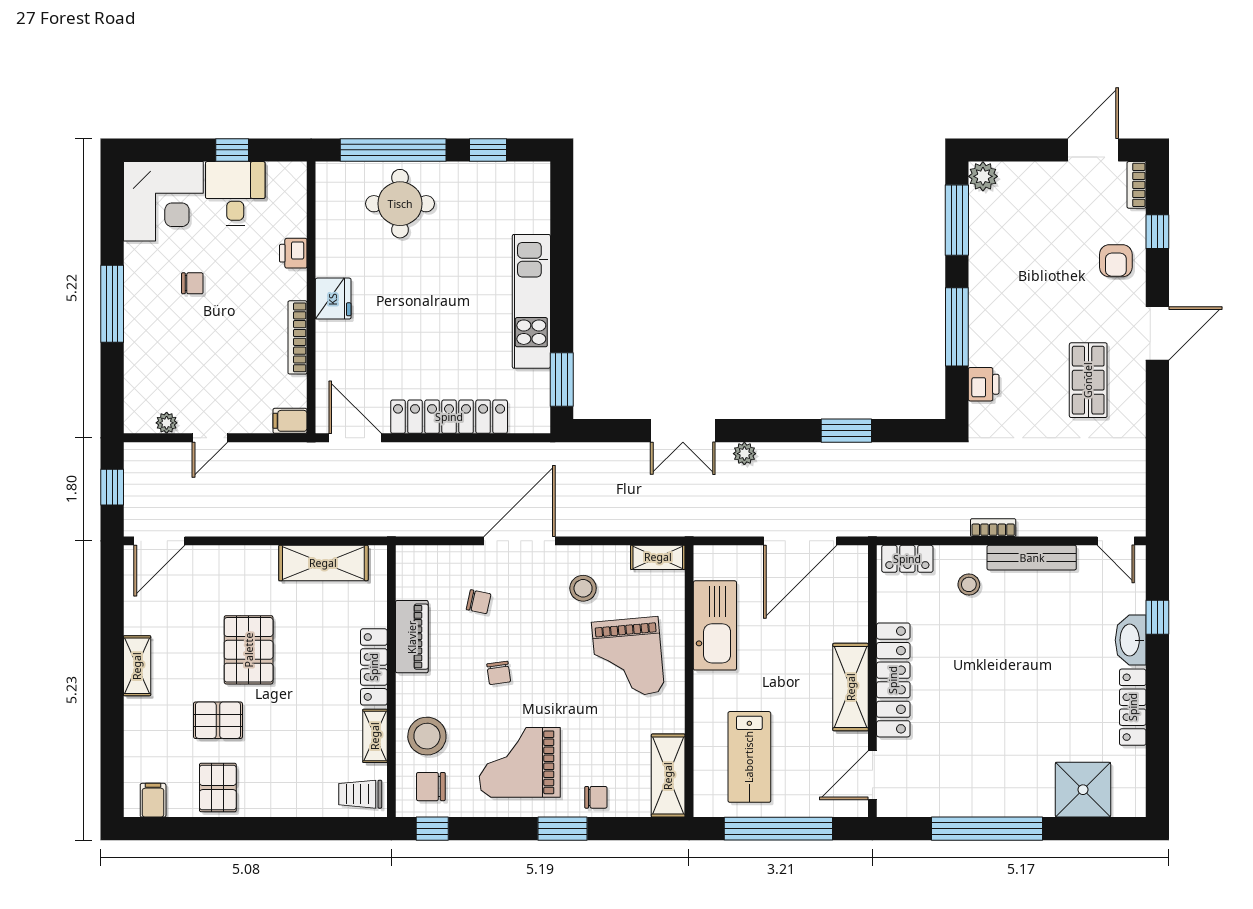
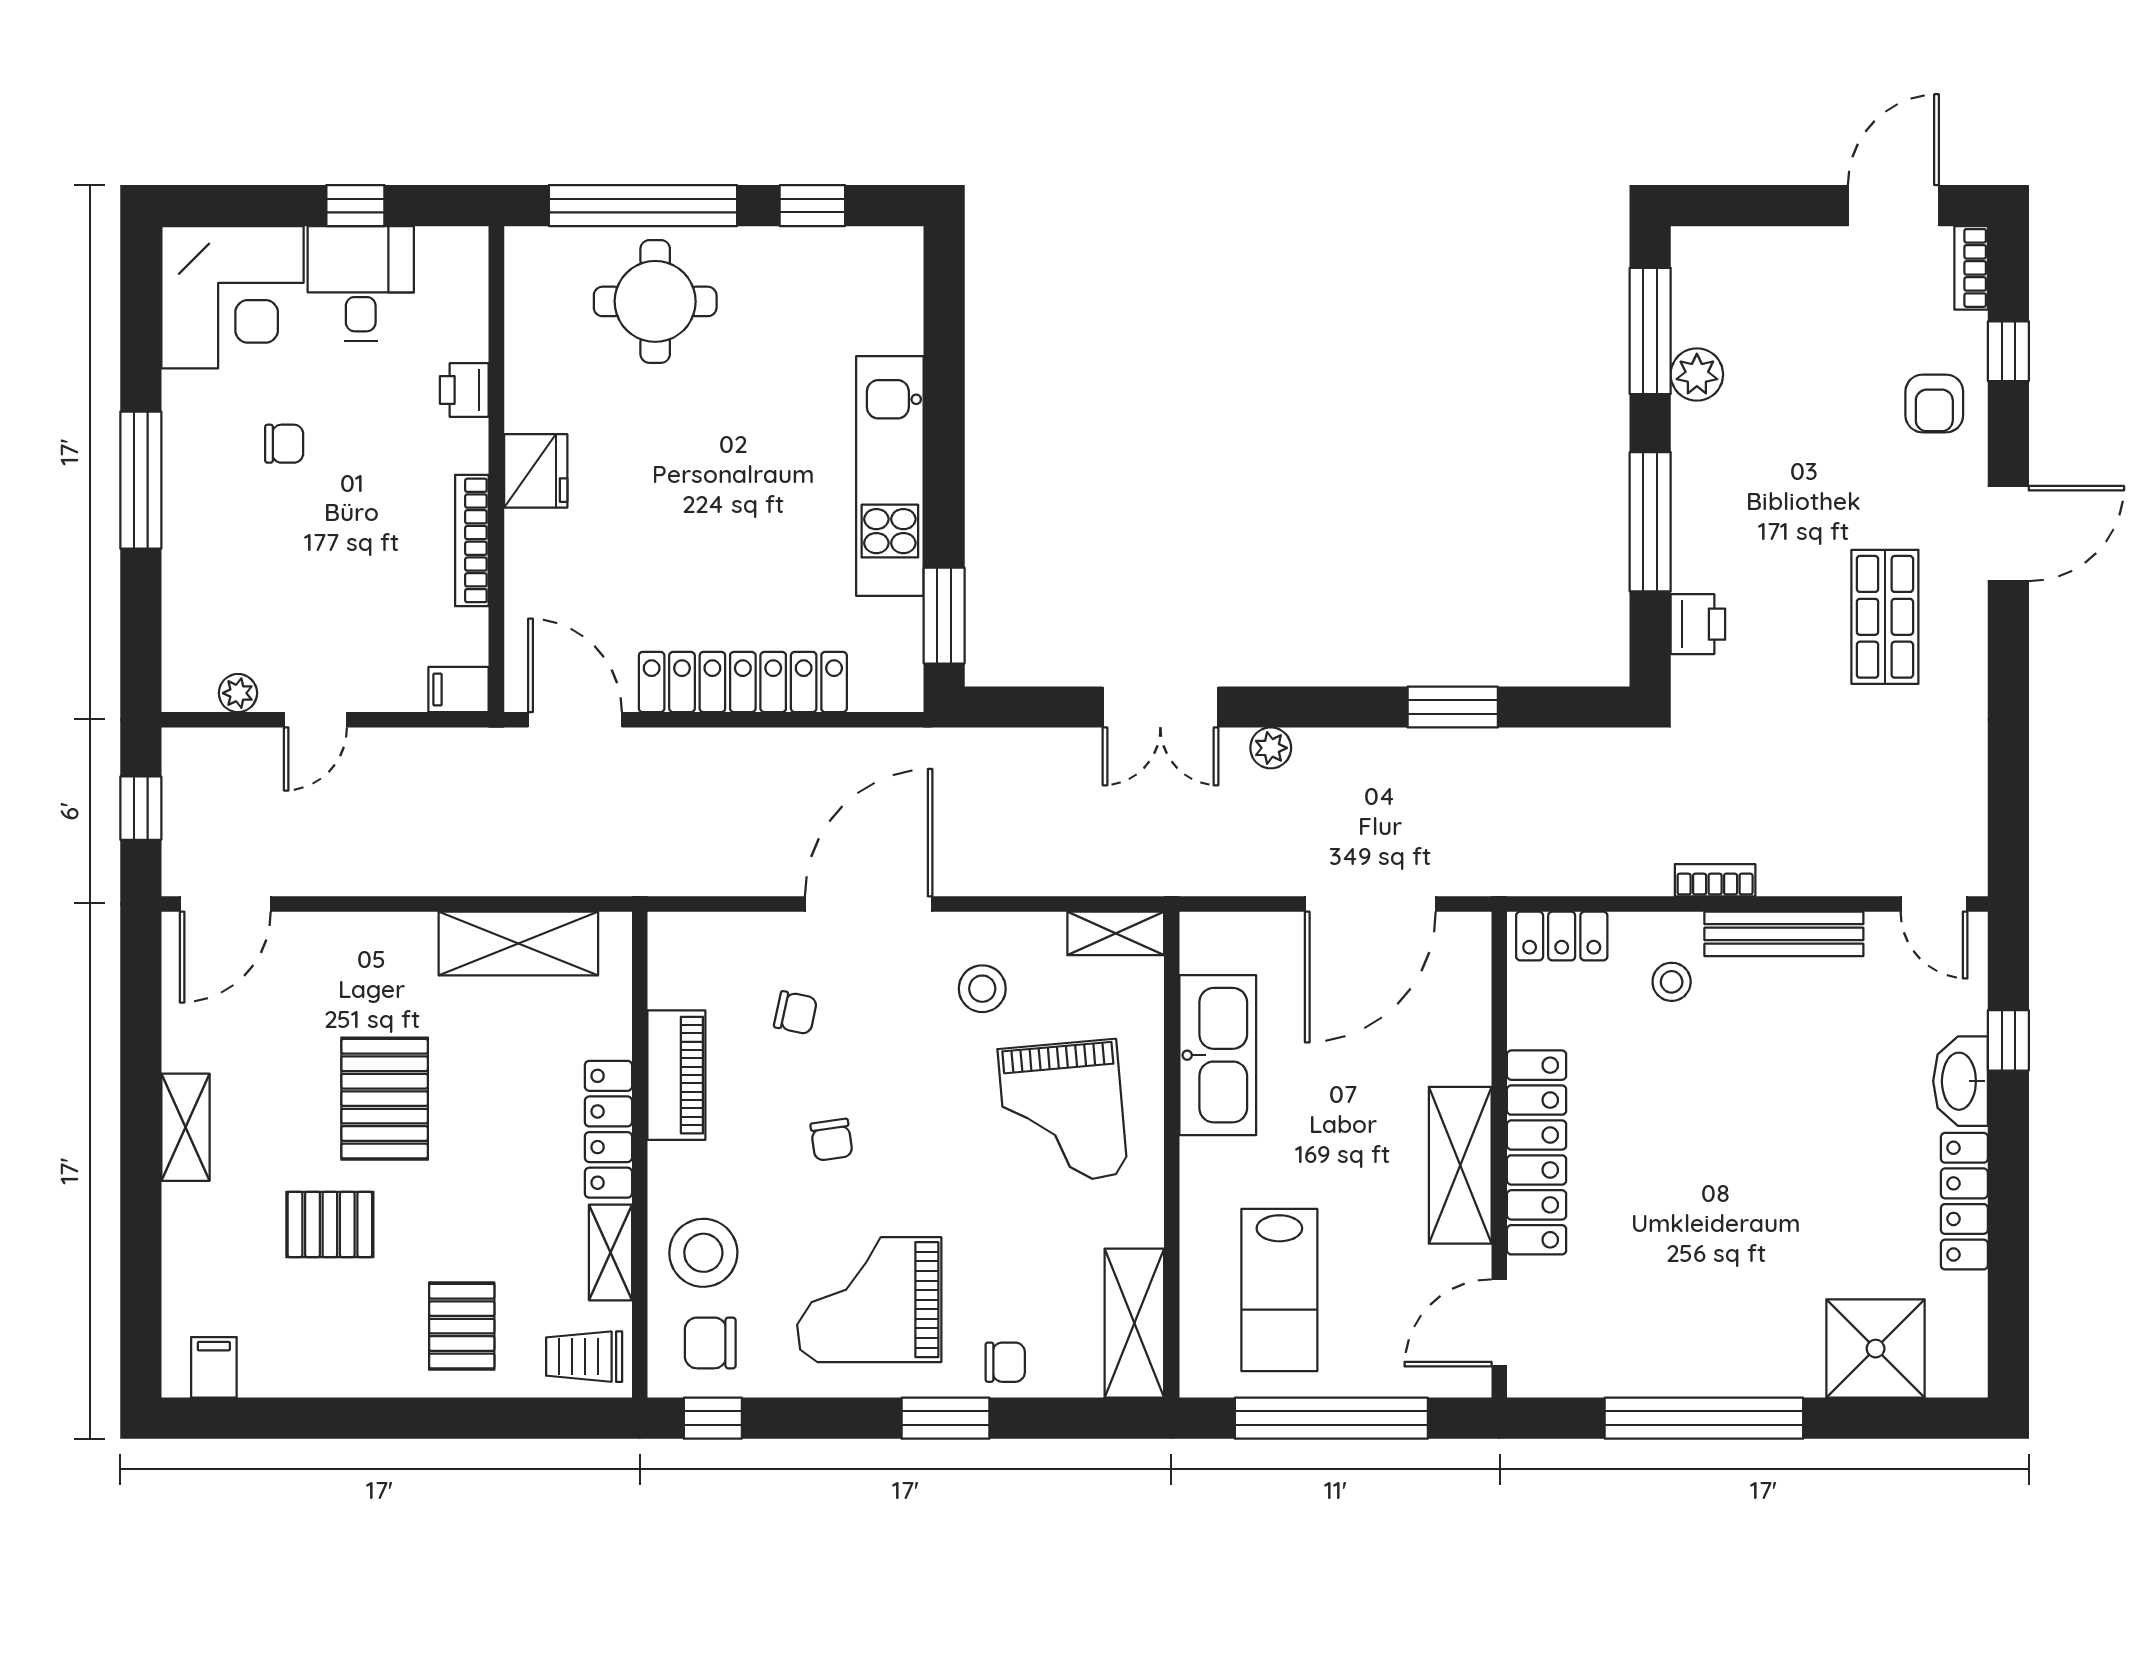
plant: (983, 176) -> (1697, 374), moved
pallet: (218, 788) -> (462, 1326), moved

